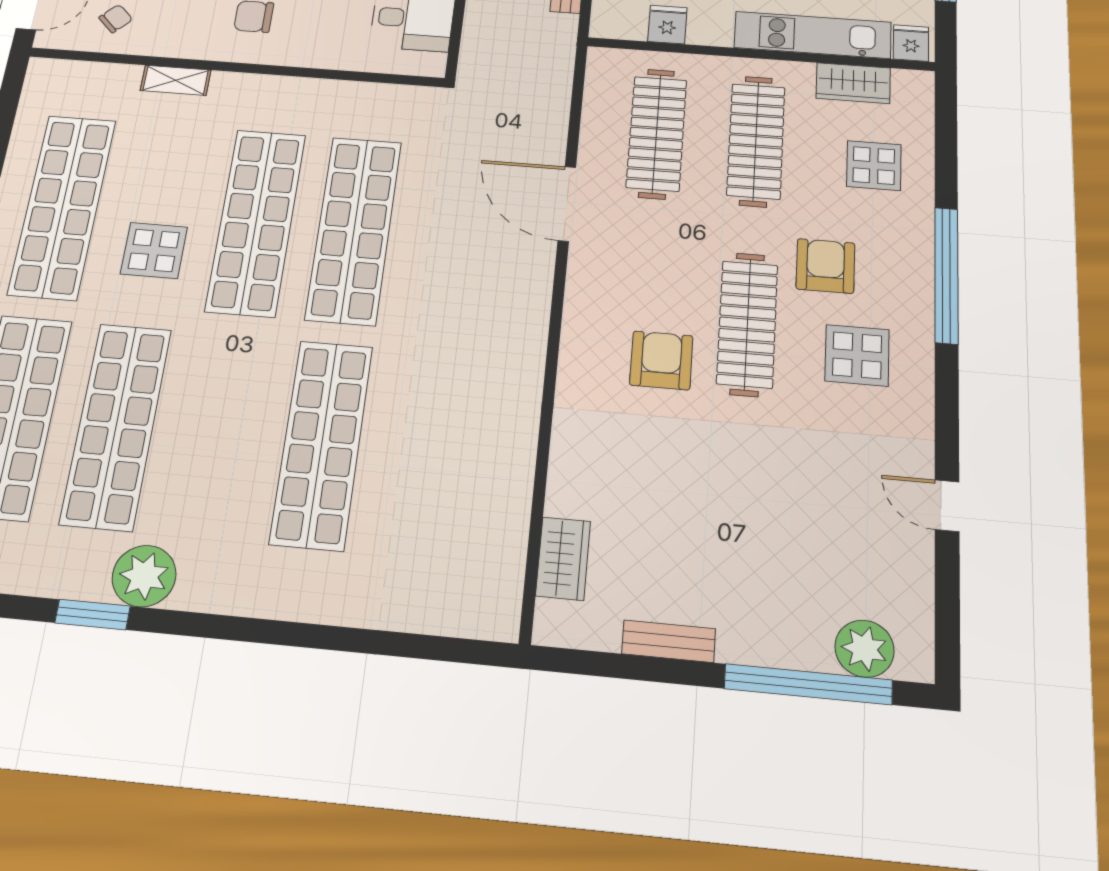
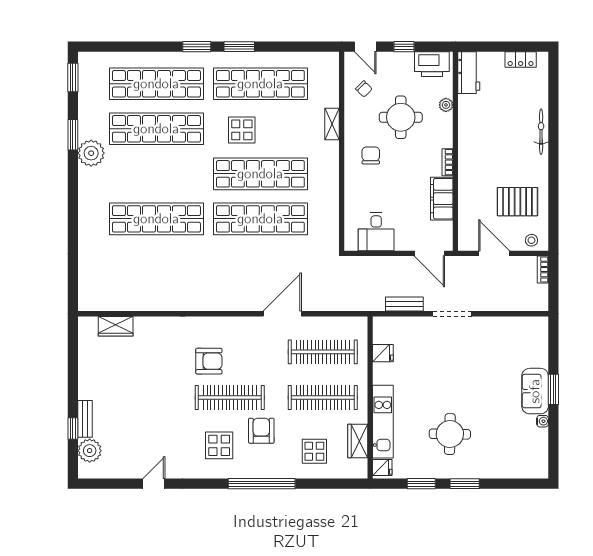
armchair: (825, 266) -> (261, 431), turned -90
bench: (669, 641) -> (85, 419), moved
window: (808, 684) -> (73, 428), width x0.32

